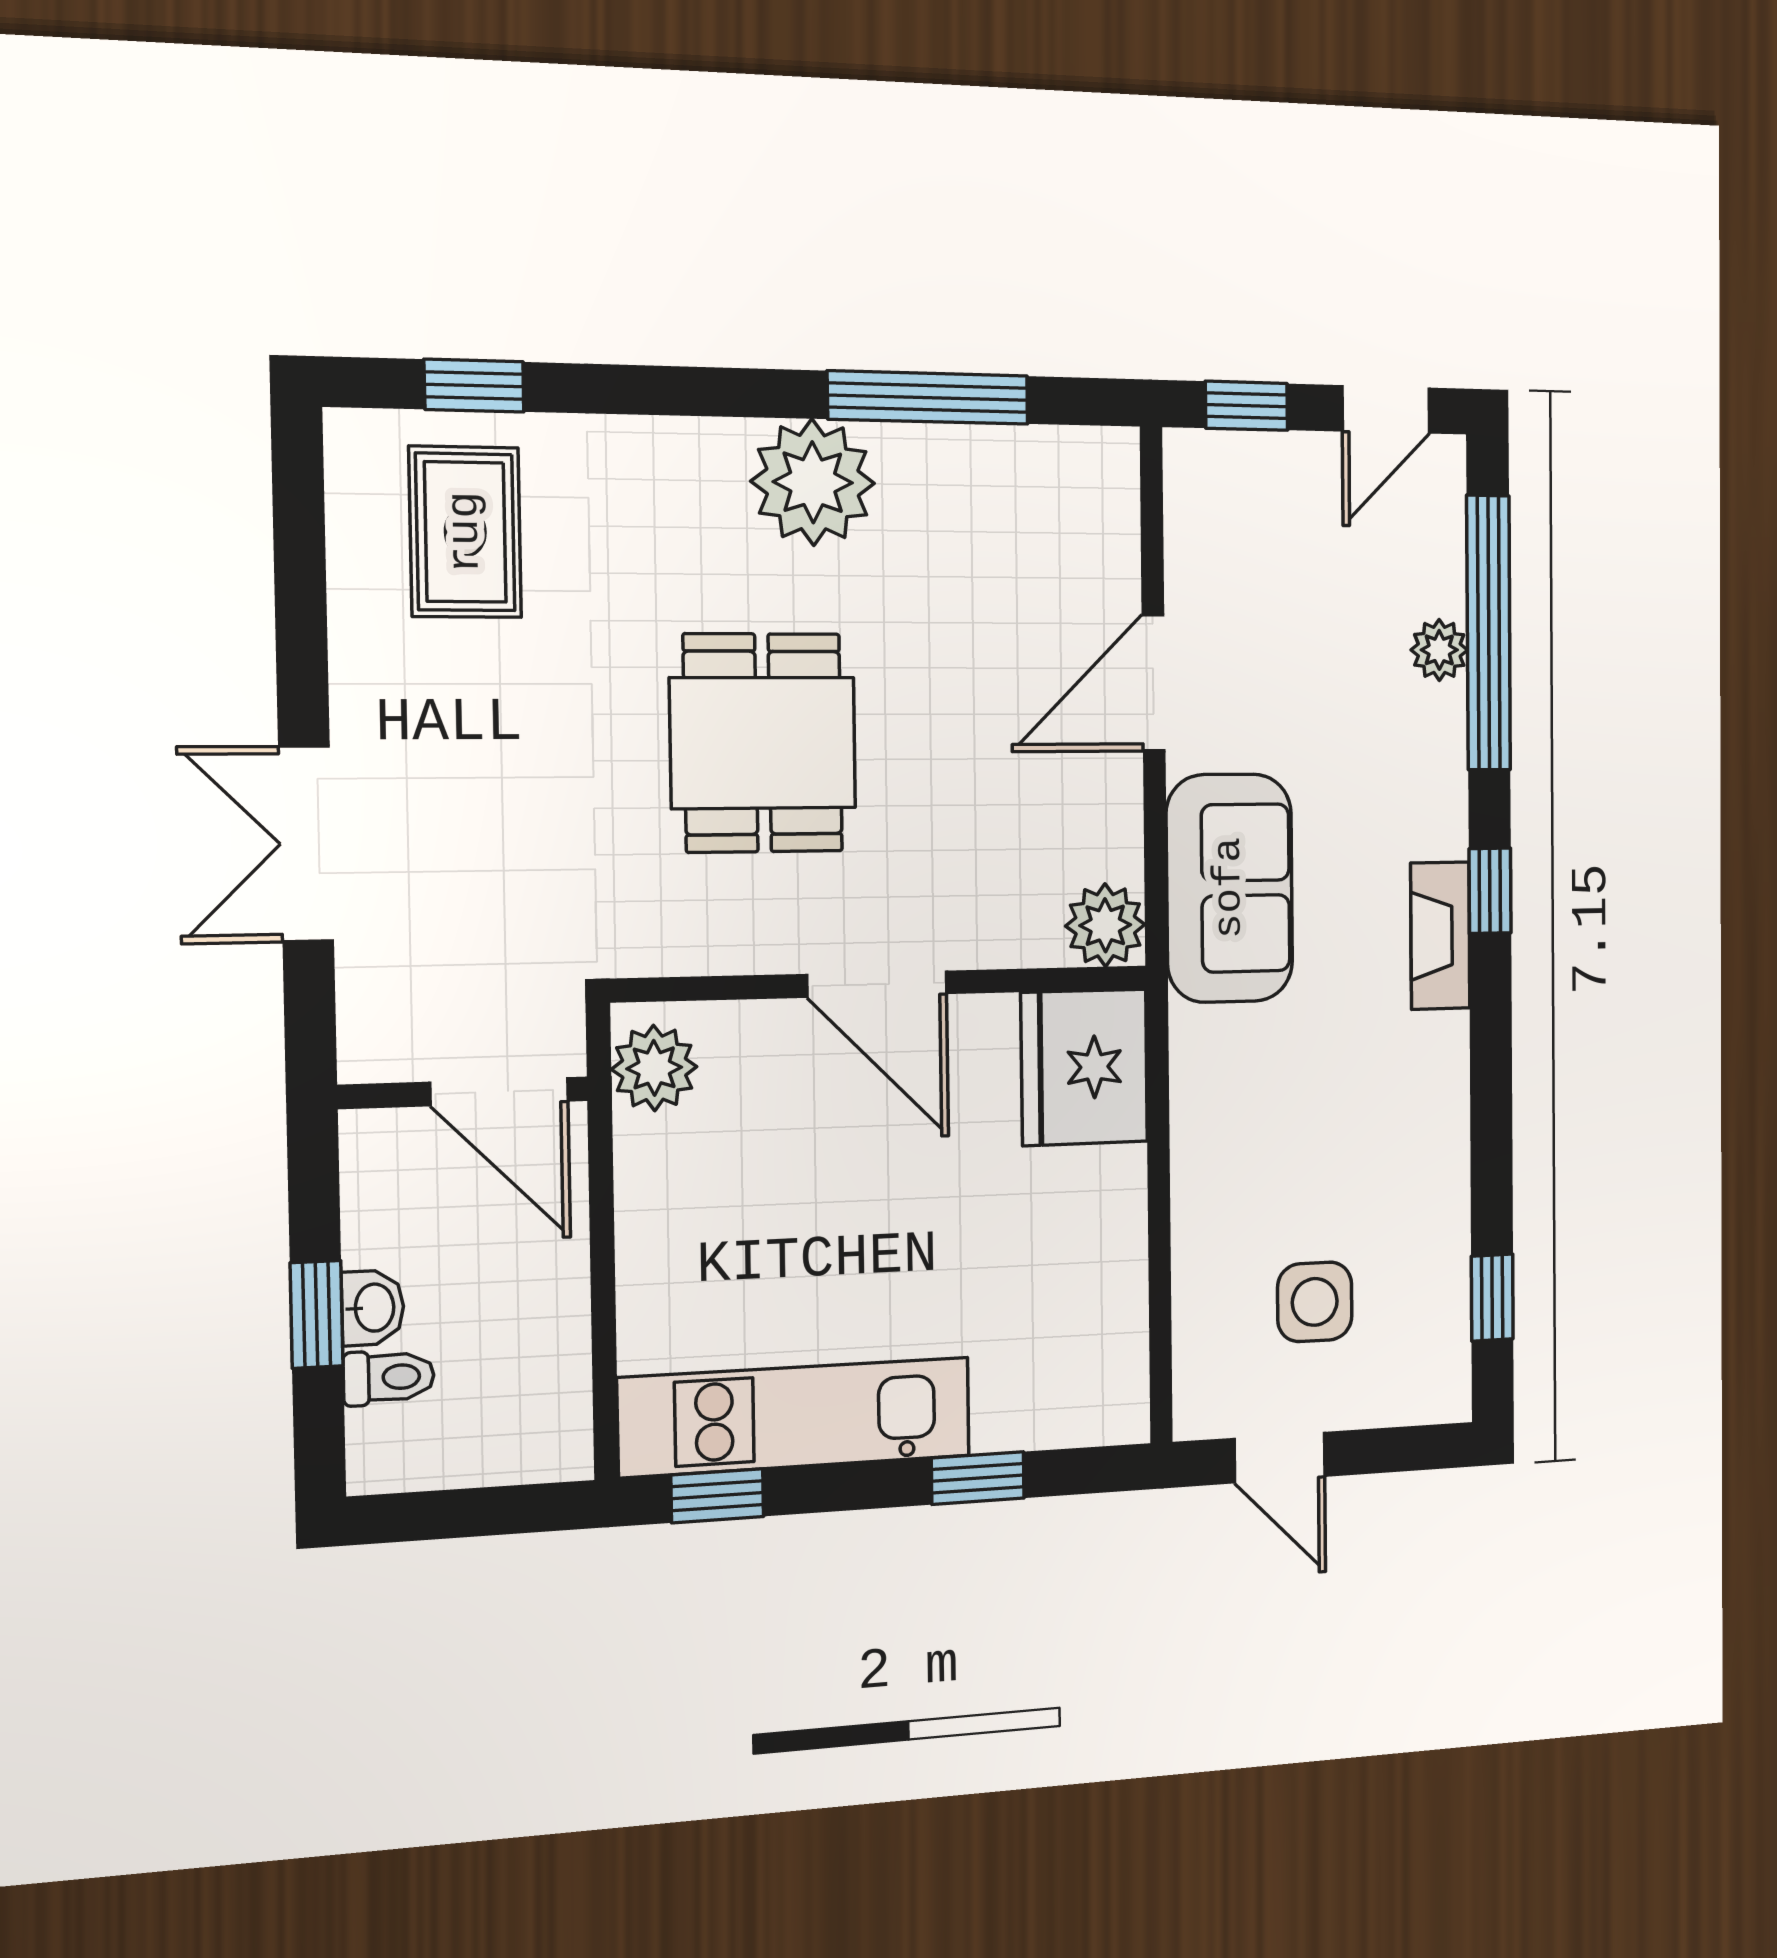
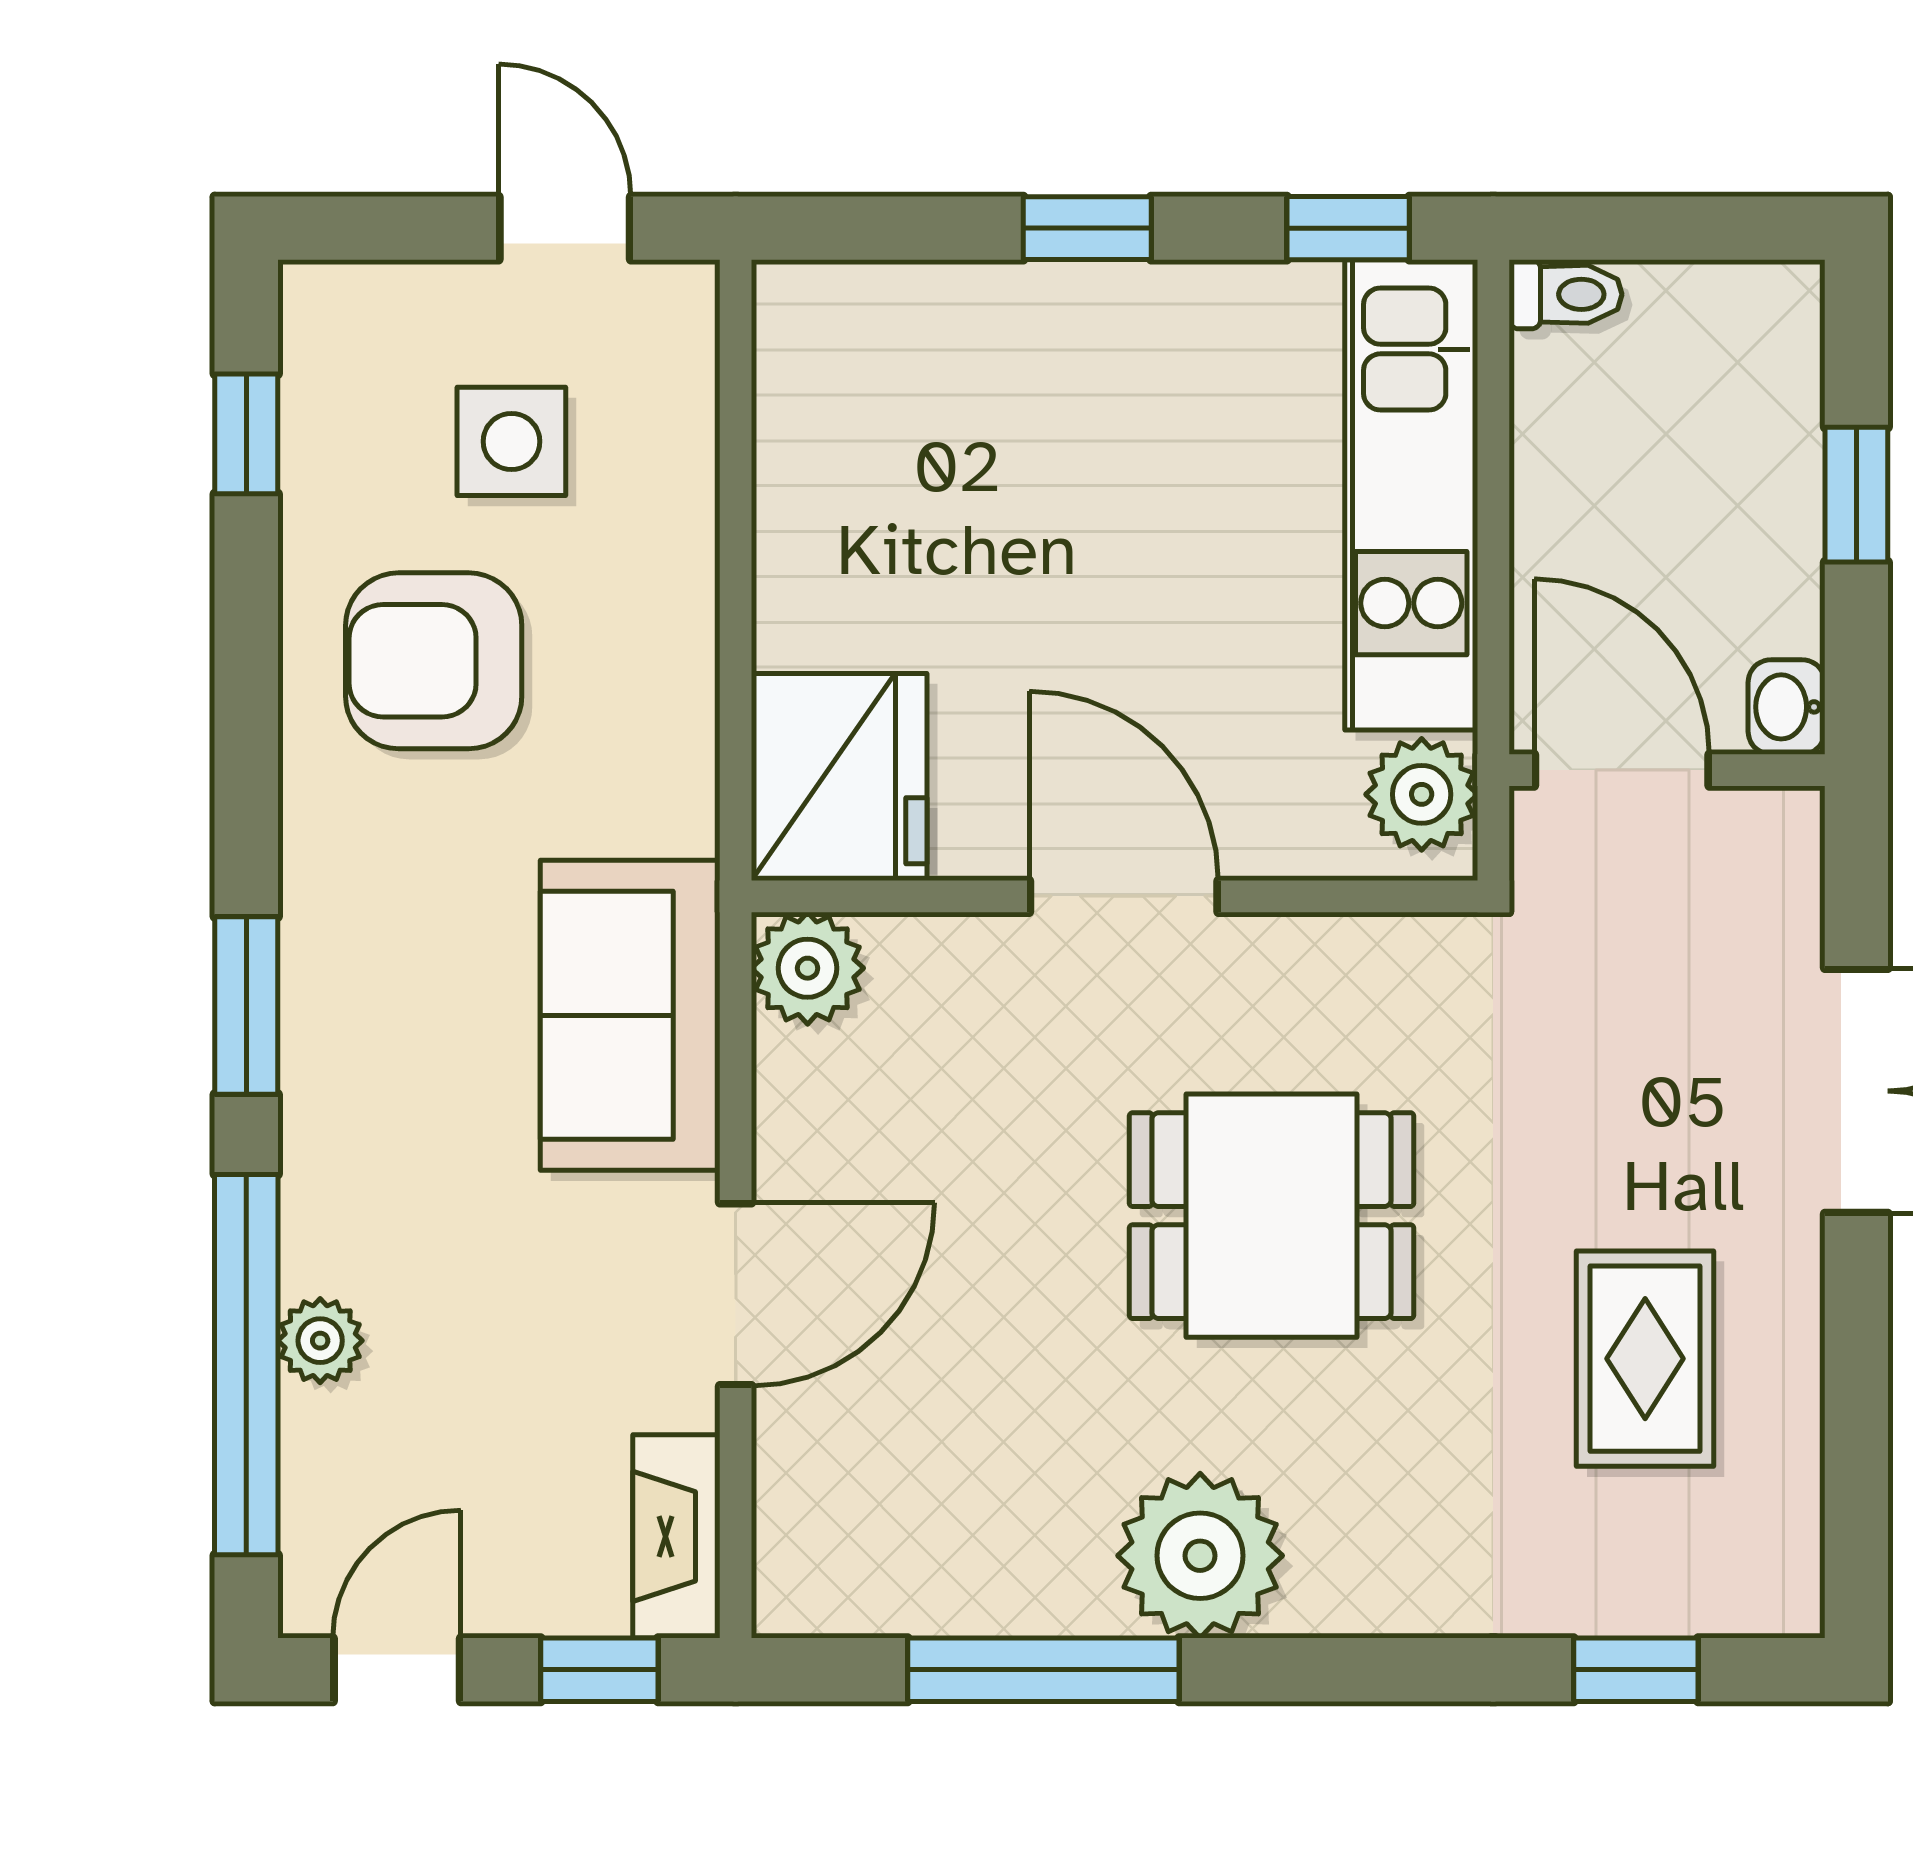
rug: (465, 532) -> (1645, 1359), moved
dining table: (763, 743) -> (1272, 1216), turned 90
window: (1490, 891) -> (246, 1006), width x1.50
fireplace: (1440, 936) -> (676, 1536), moved, turned 180
armchair: (1366, 1142) -> (434, 661), added
washbasin: (373, 1308) -> (1787, 707), moved
toilet: (389, 1377) -> (1566, 294), moved, turned 180
kitchen unit: (795, 1417) -> (1411, 495), moved, turned 90
window: (978, 1478) -> (1087, 228), moved

